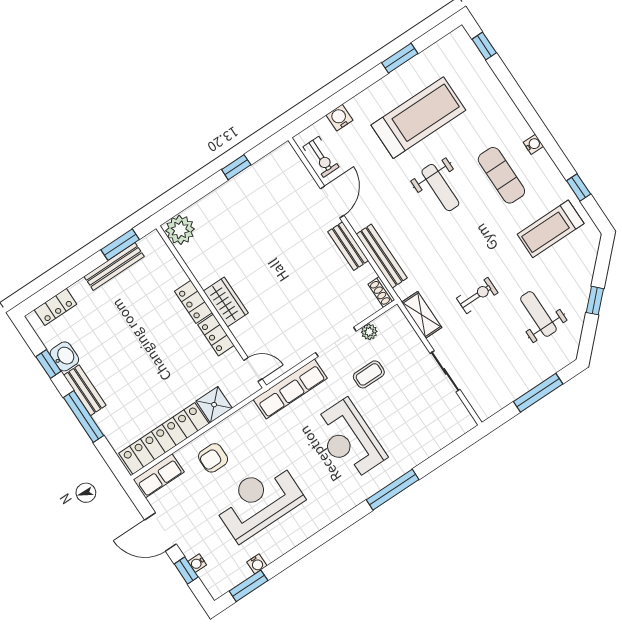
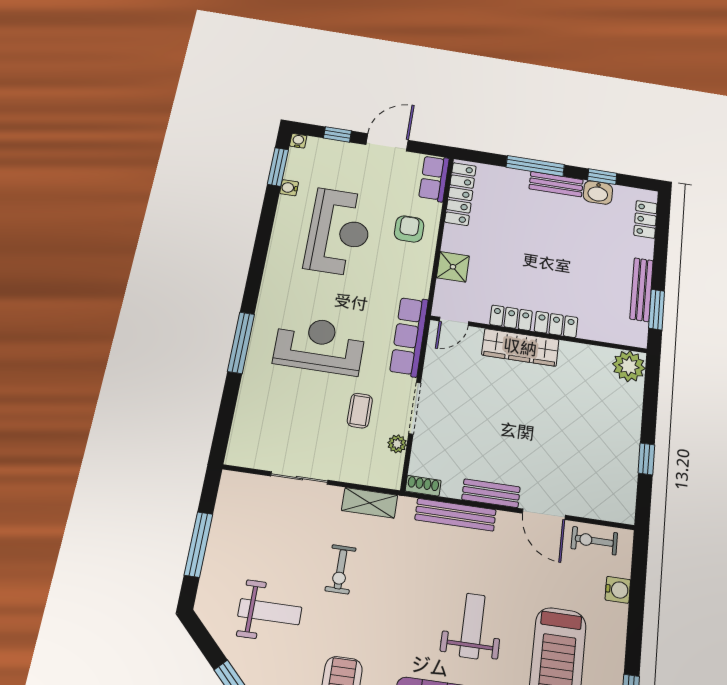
weight bench: (440, 188) -> (472, 626), turned 90
wardrobe: (226, 302) -> (520, 347), width x1.50
locker: (164, 438) -> (460, 194), width x0.71, depth x0.83
water cooler: (197, 563) -> (298, 141), moved

